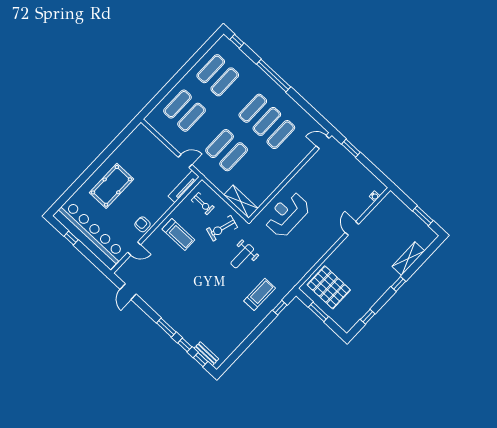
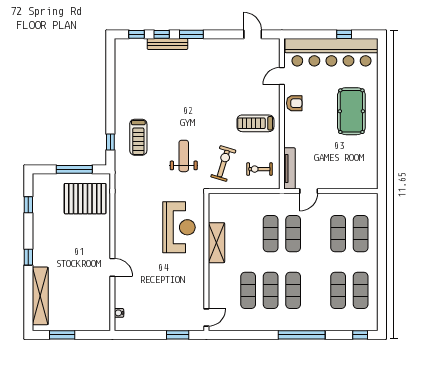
shelving: (241, 202) -> (216, 243), moved, turned 90
shelving: (408, 259) -> (40, 296), width x1.47
window: (318, 312) -> (74, 169), width x1.44
bench: (206, 354) -> (167, 44), moved, width x1.36

